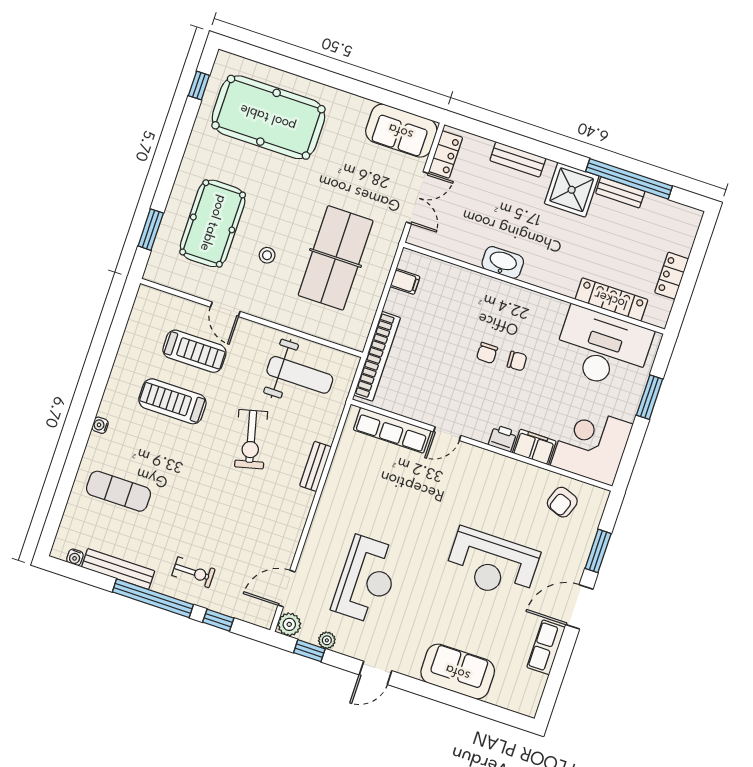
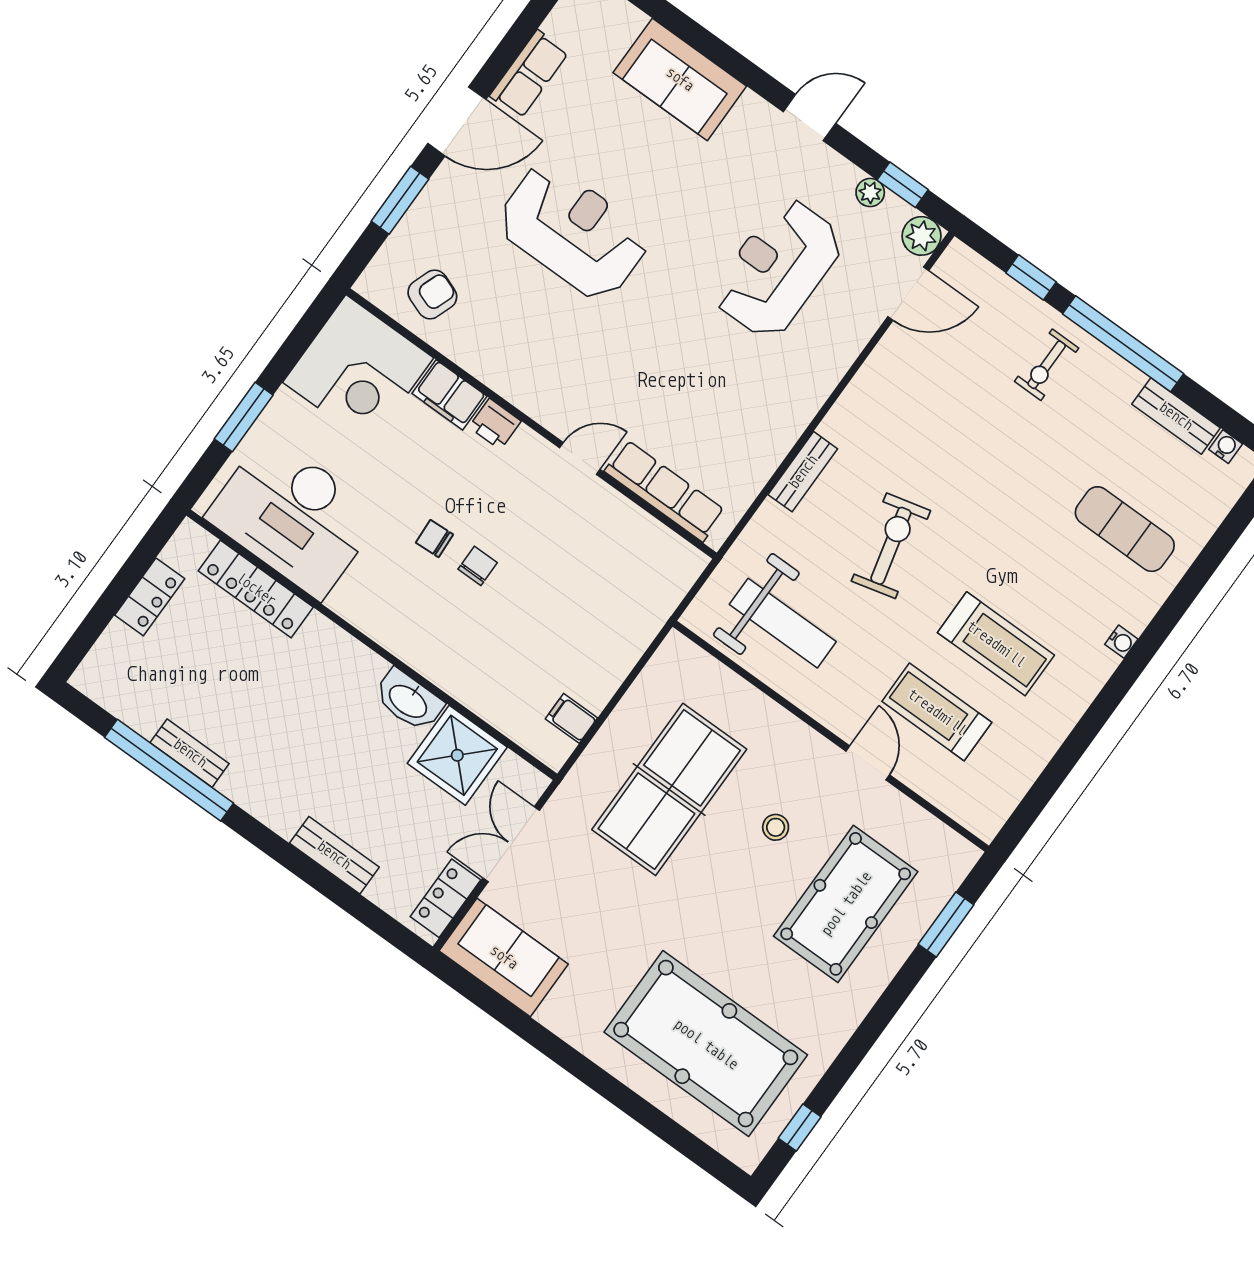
shower: (572, 190) -> (457, 755), moved
bookcase: (377, 356) -> (652, 614), removed
weight bench: (300, 375) -> (783, 623), turned 180
bench: (118, 569) -> (1176, 416), width x0.73
exercise bike: (193, 572) -> (1047, 365), turned -90

